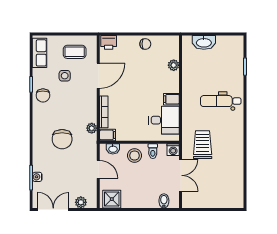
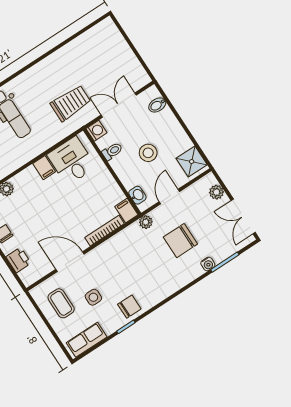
printer: (109, 42) -> (18, 260), moved
plant: (92, 128) -> (146, 222), moved
chair: (62, 139) -> (180, 241), moved, turned 180
trolley: (203, 145) -> (71, 103), turned 180
stool: (134, 156) -> (148, 153), moved
water cooler: (37, 177) -> (208, 264), moved

